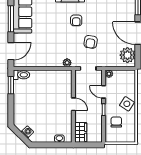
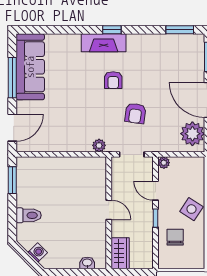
toilet: (21, 75) -> (29, 215), moved

